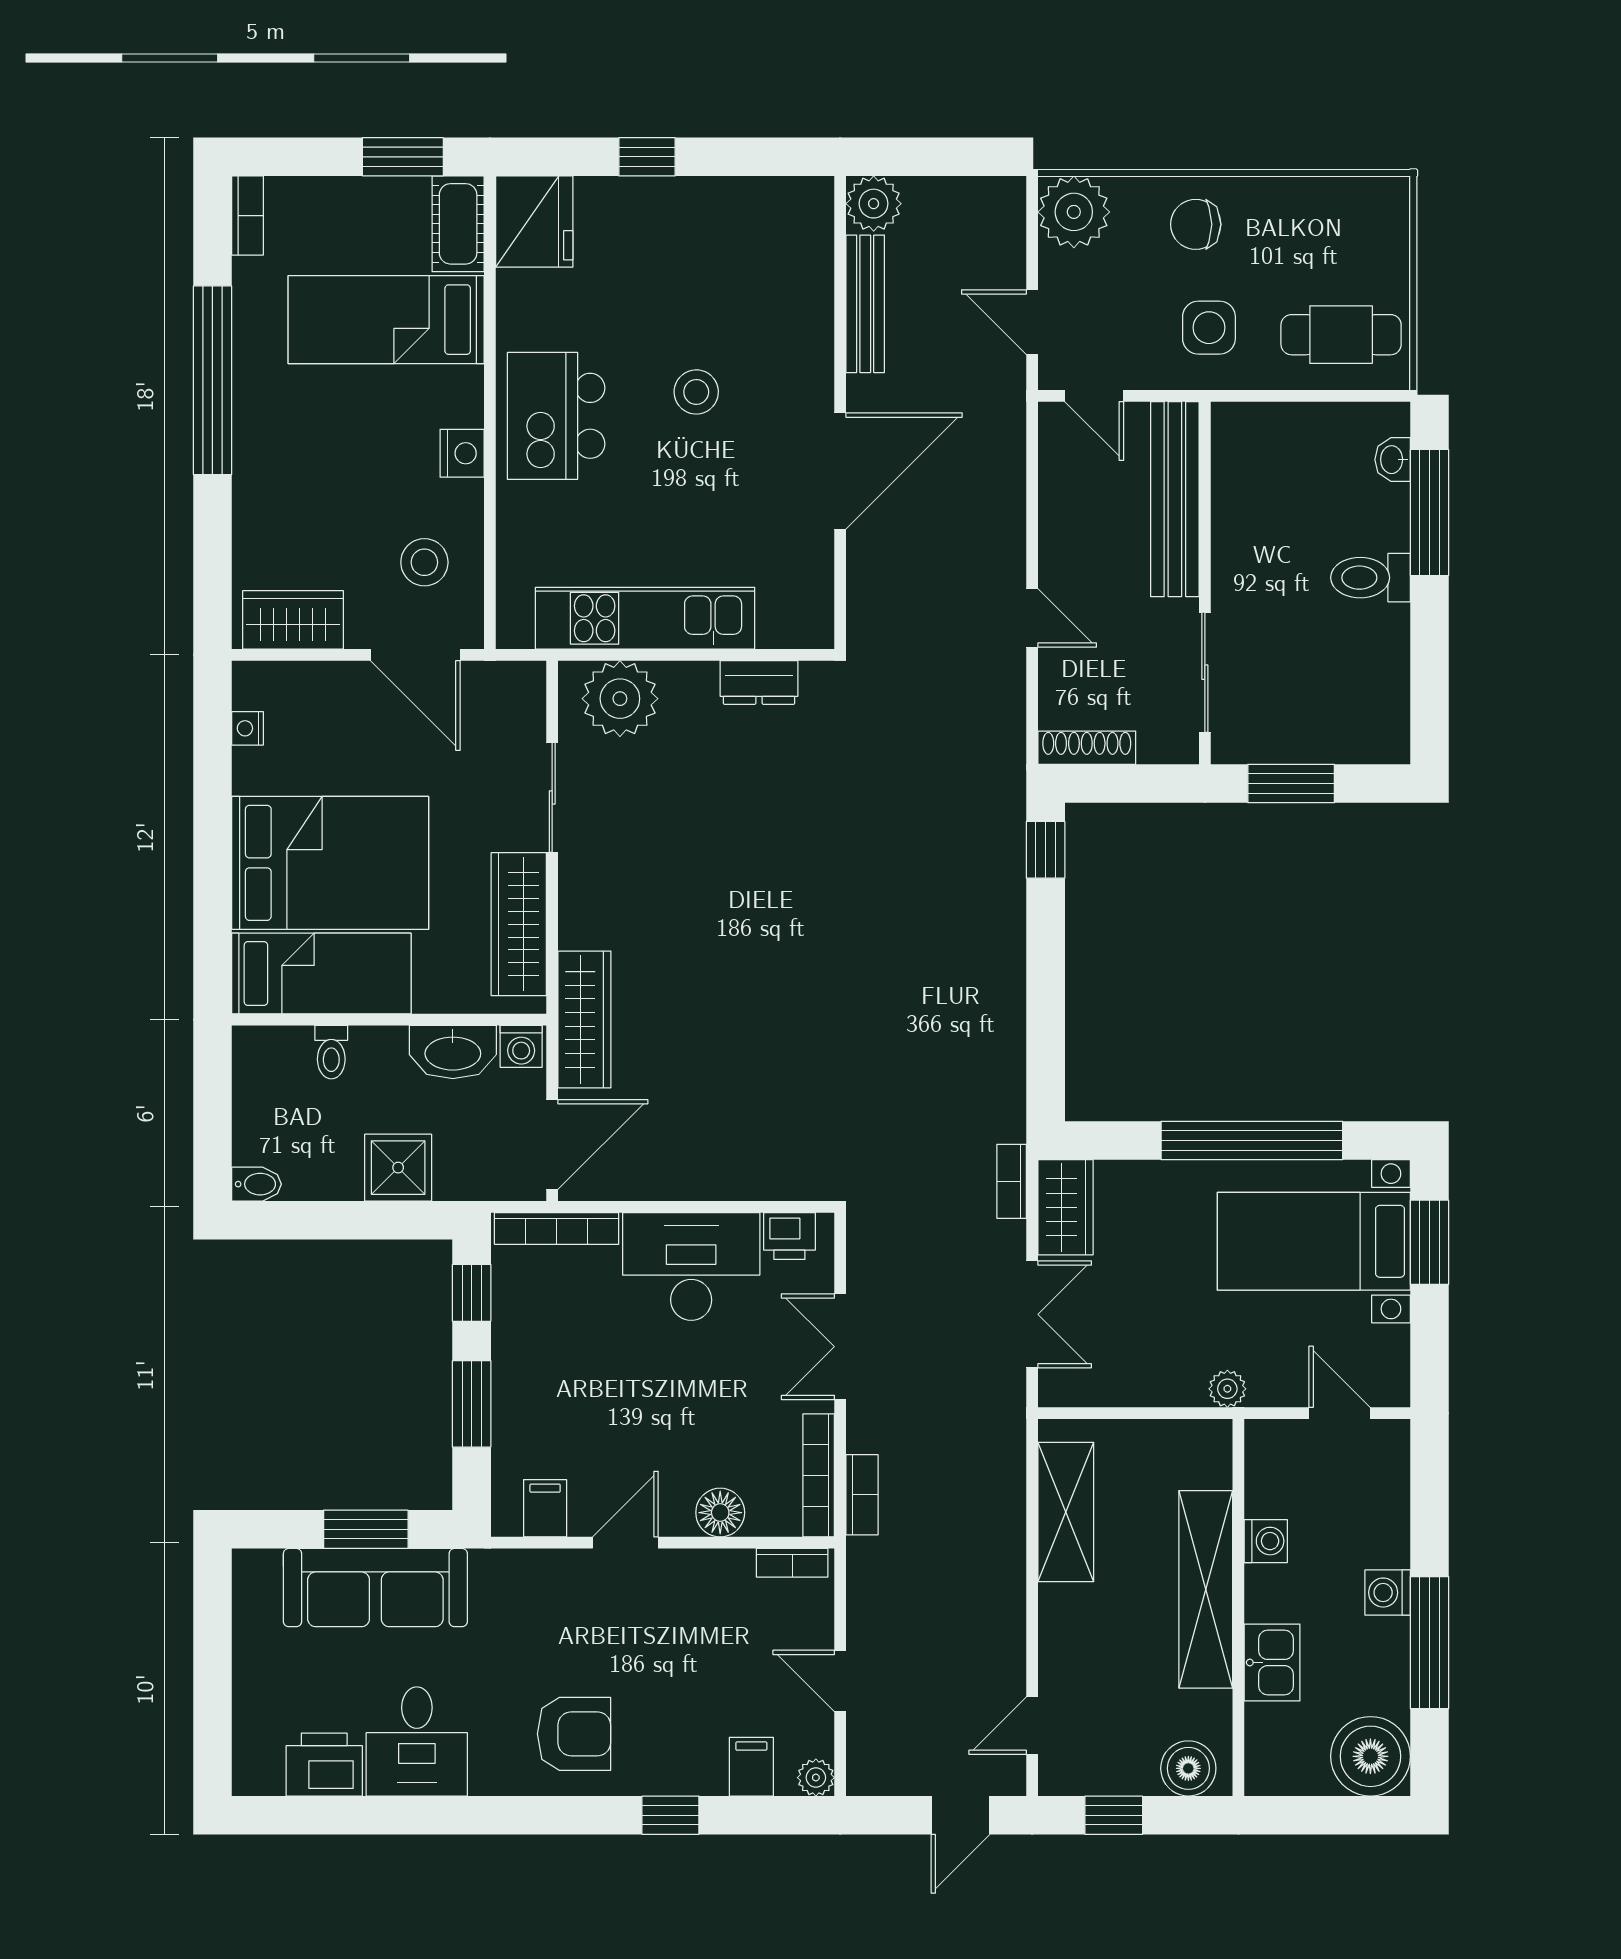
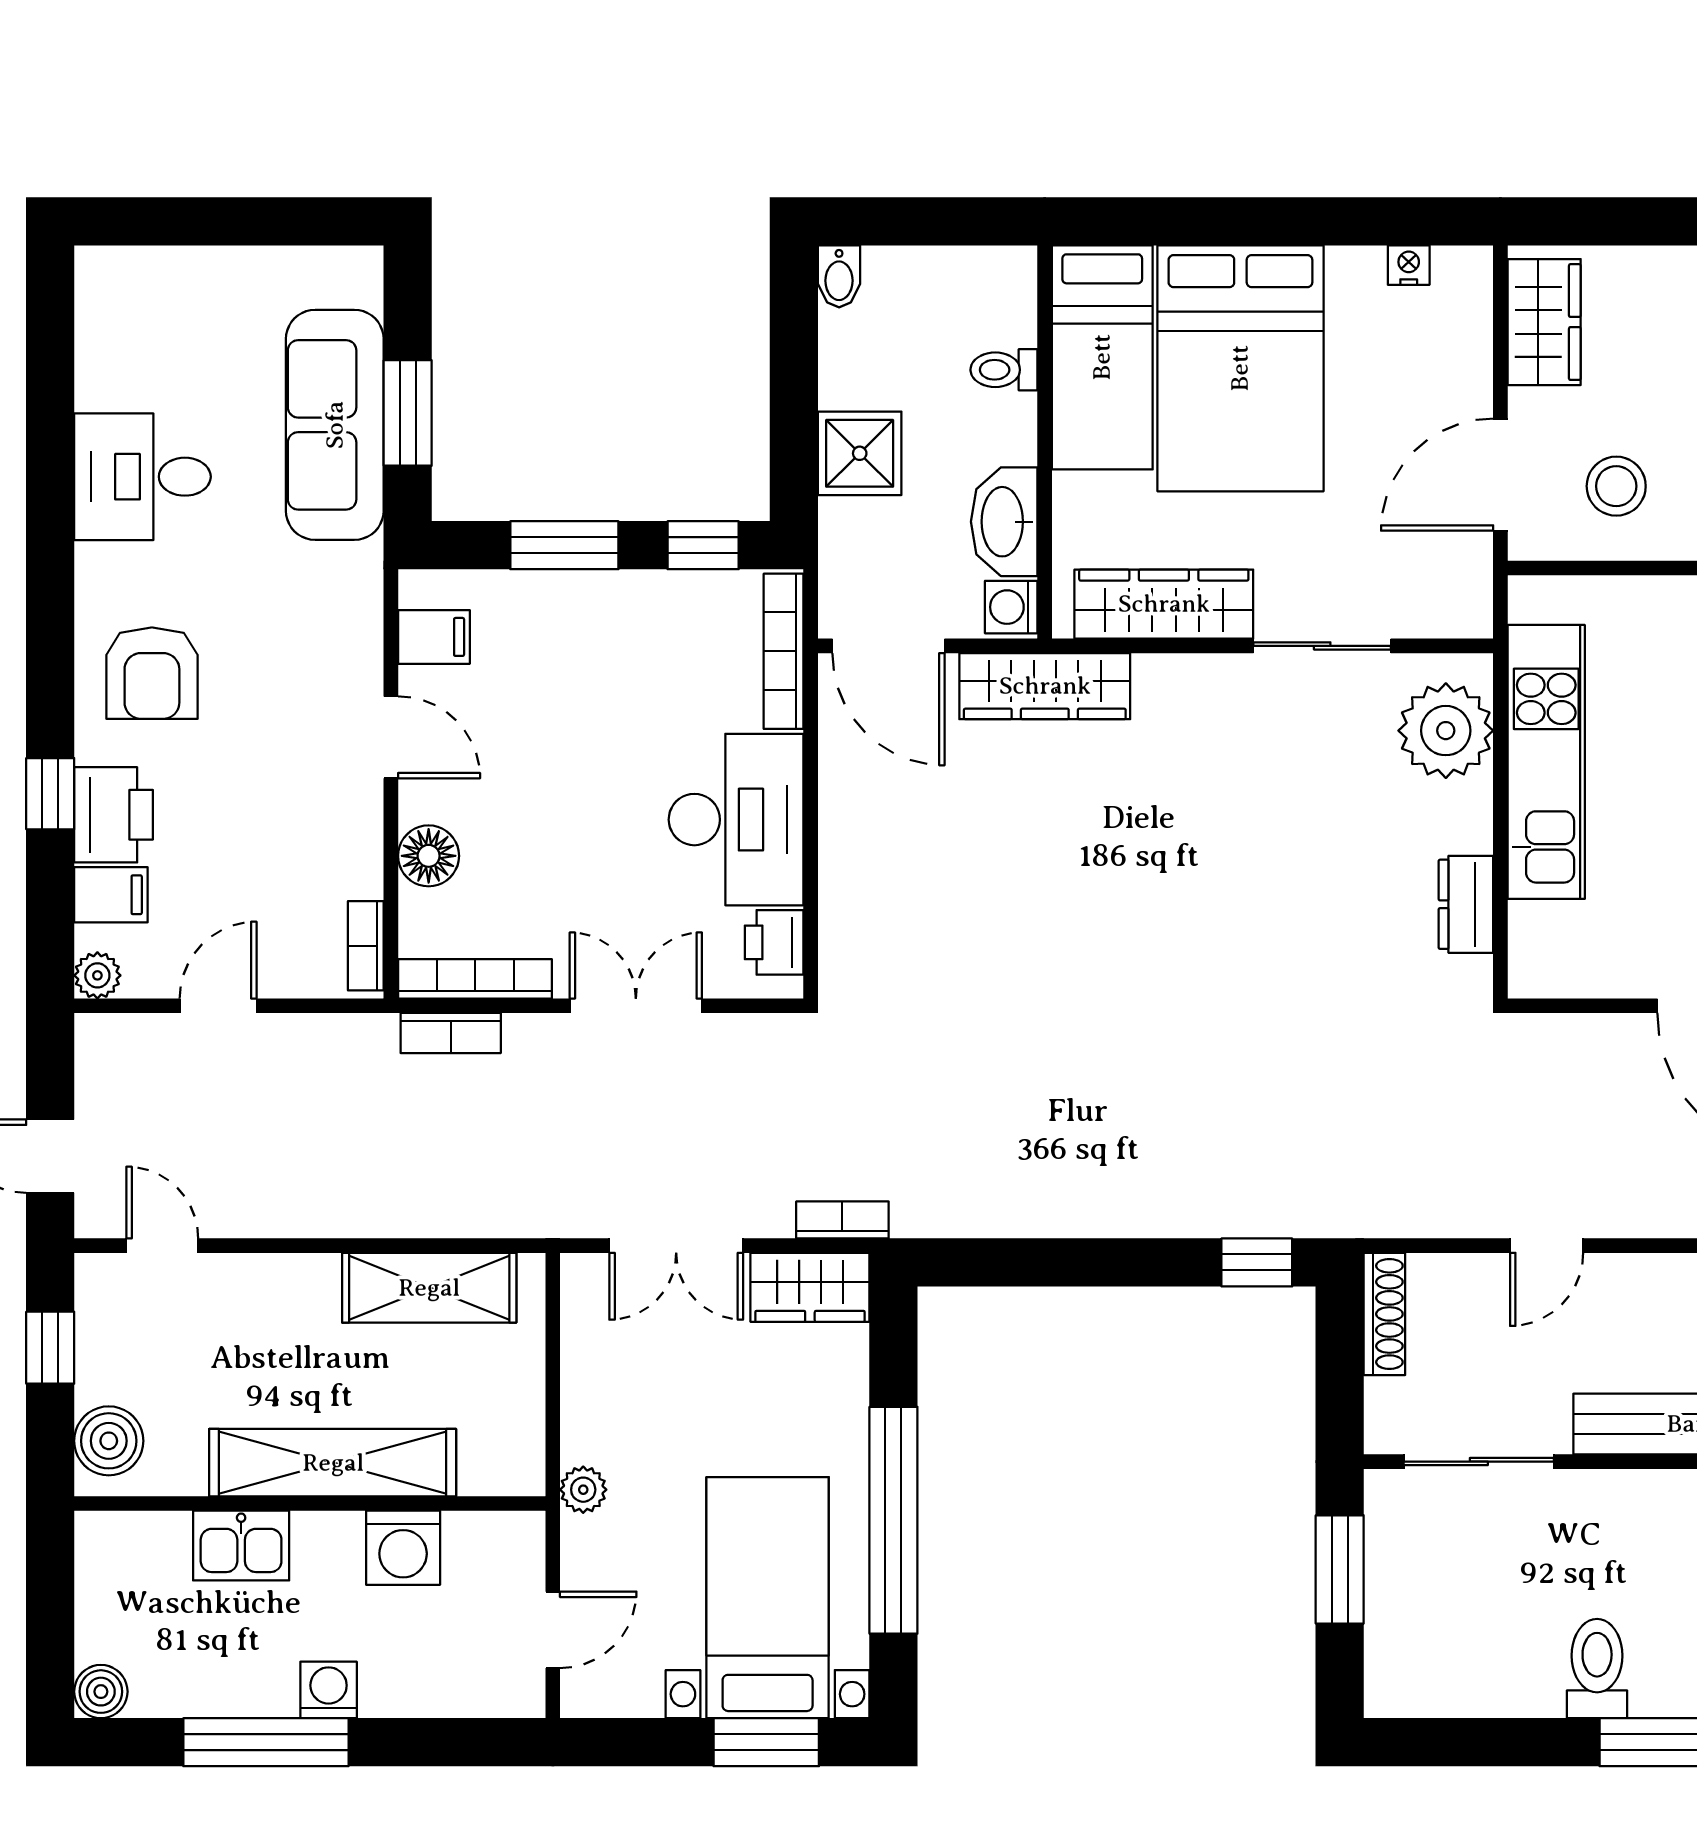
washing machine: (1266, 1541) -> (403, 1548), width x1.38, depth x1.38
boiler: (1370, 1756) -> (101, 1692), width x0.54, depth x0.54
printer: (324, 1765) -> (114, 815), moved

